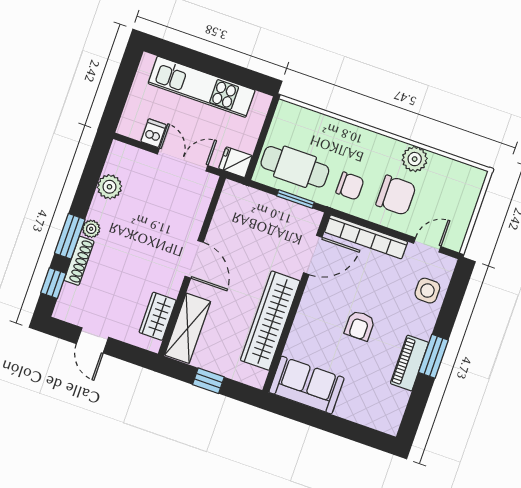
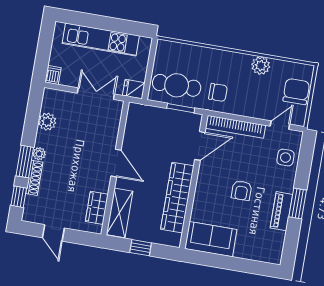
dishwasher: (154, 133) -> (53, 75), moved
chair: (396, 195) -> (296, 91), moved, turned -90

